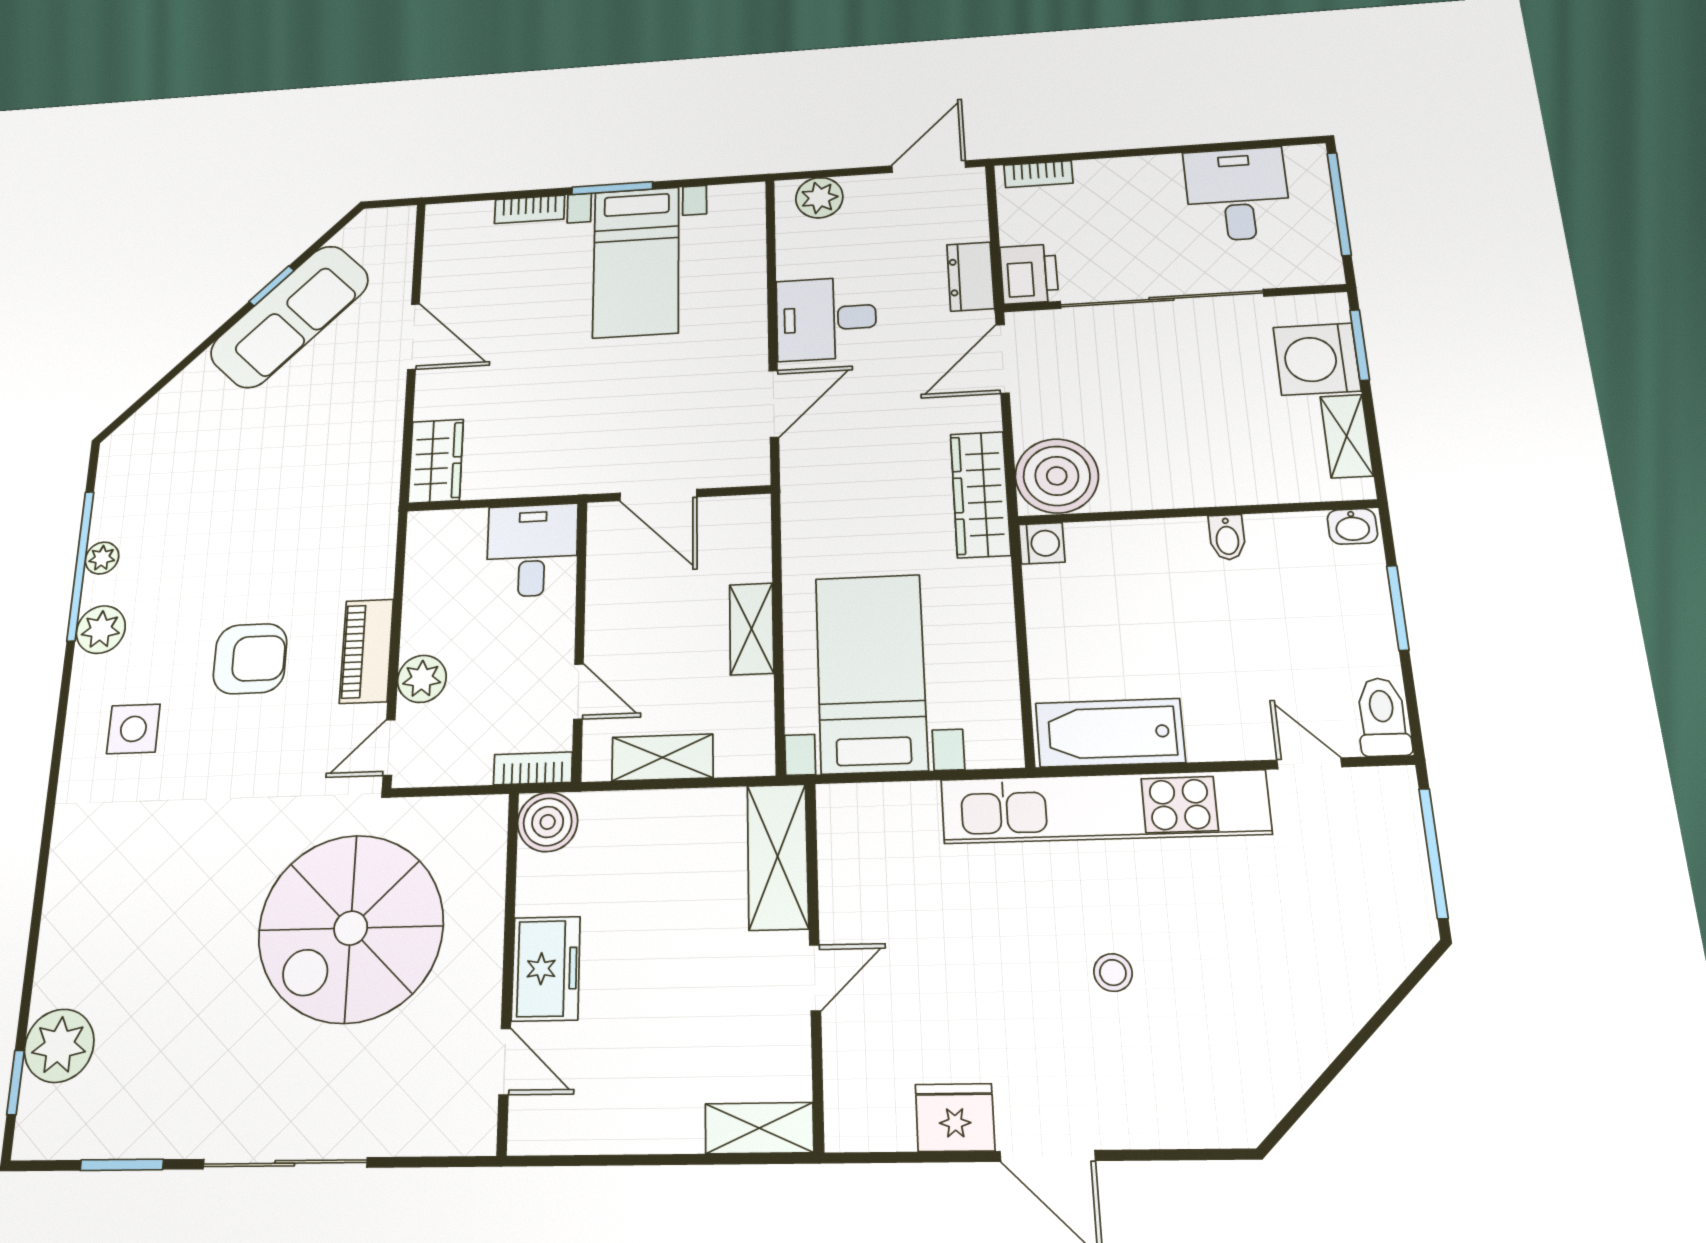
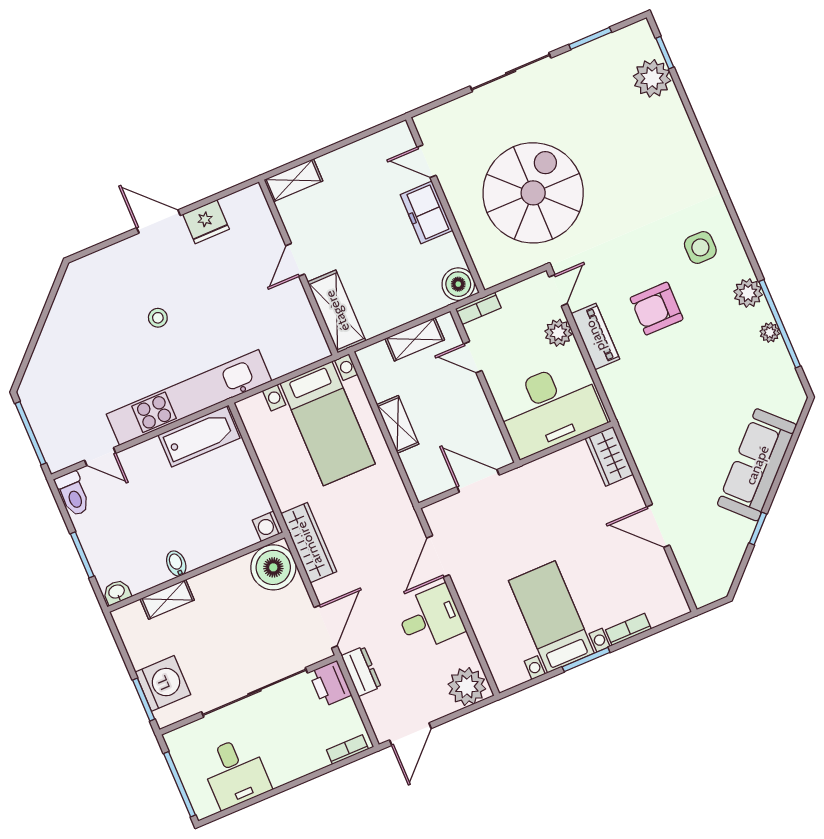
plant: (819, 198) -> (467, 687), width x1.36, depth x1.36
sofa: (290, 316) -> (757, 465), moved
shelving: (1347, 436) -> (167, 599), moved, turned 90
desk: (532, 550) -> (550, 408), width x1.87, depth x1.30

